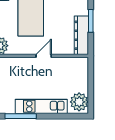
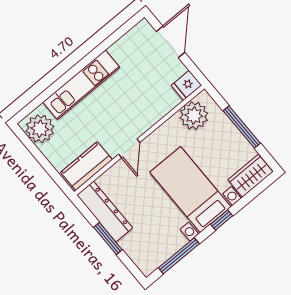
kitchen counter: (72, 65) -> (86, 166), added
window: (21, 116) -> (96, 52), removed

